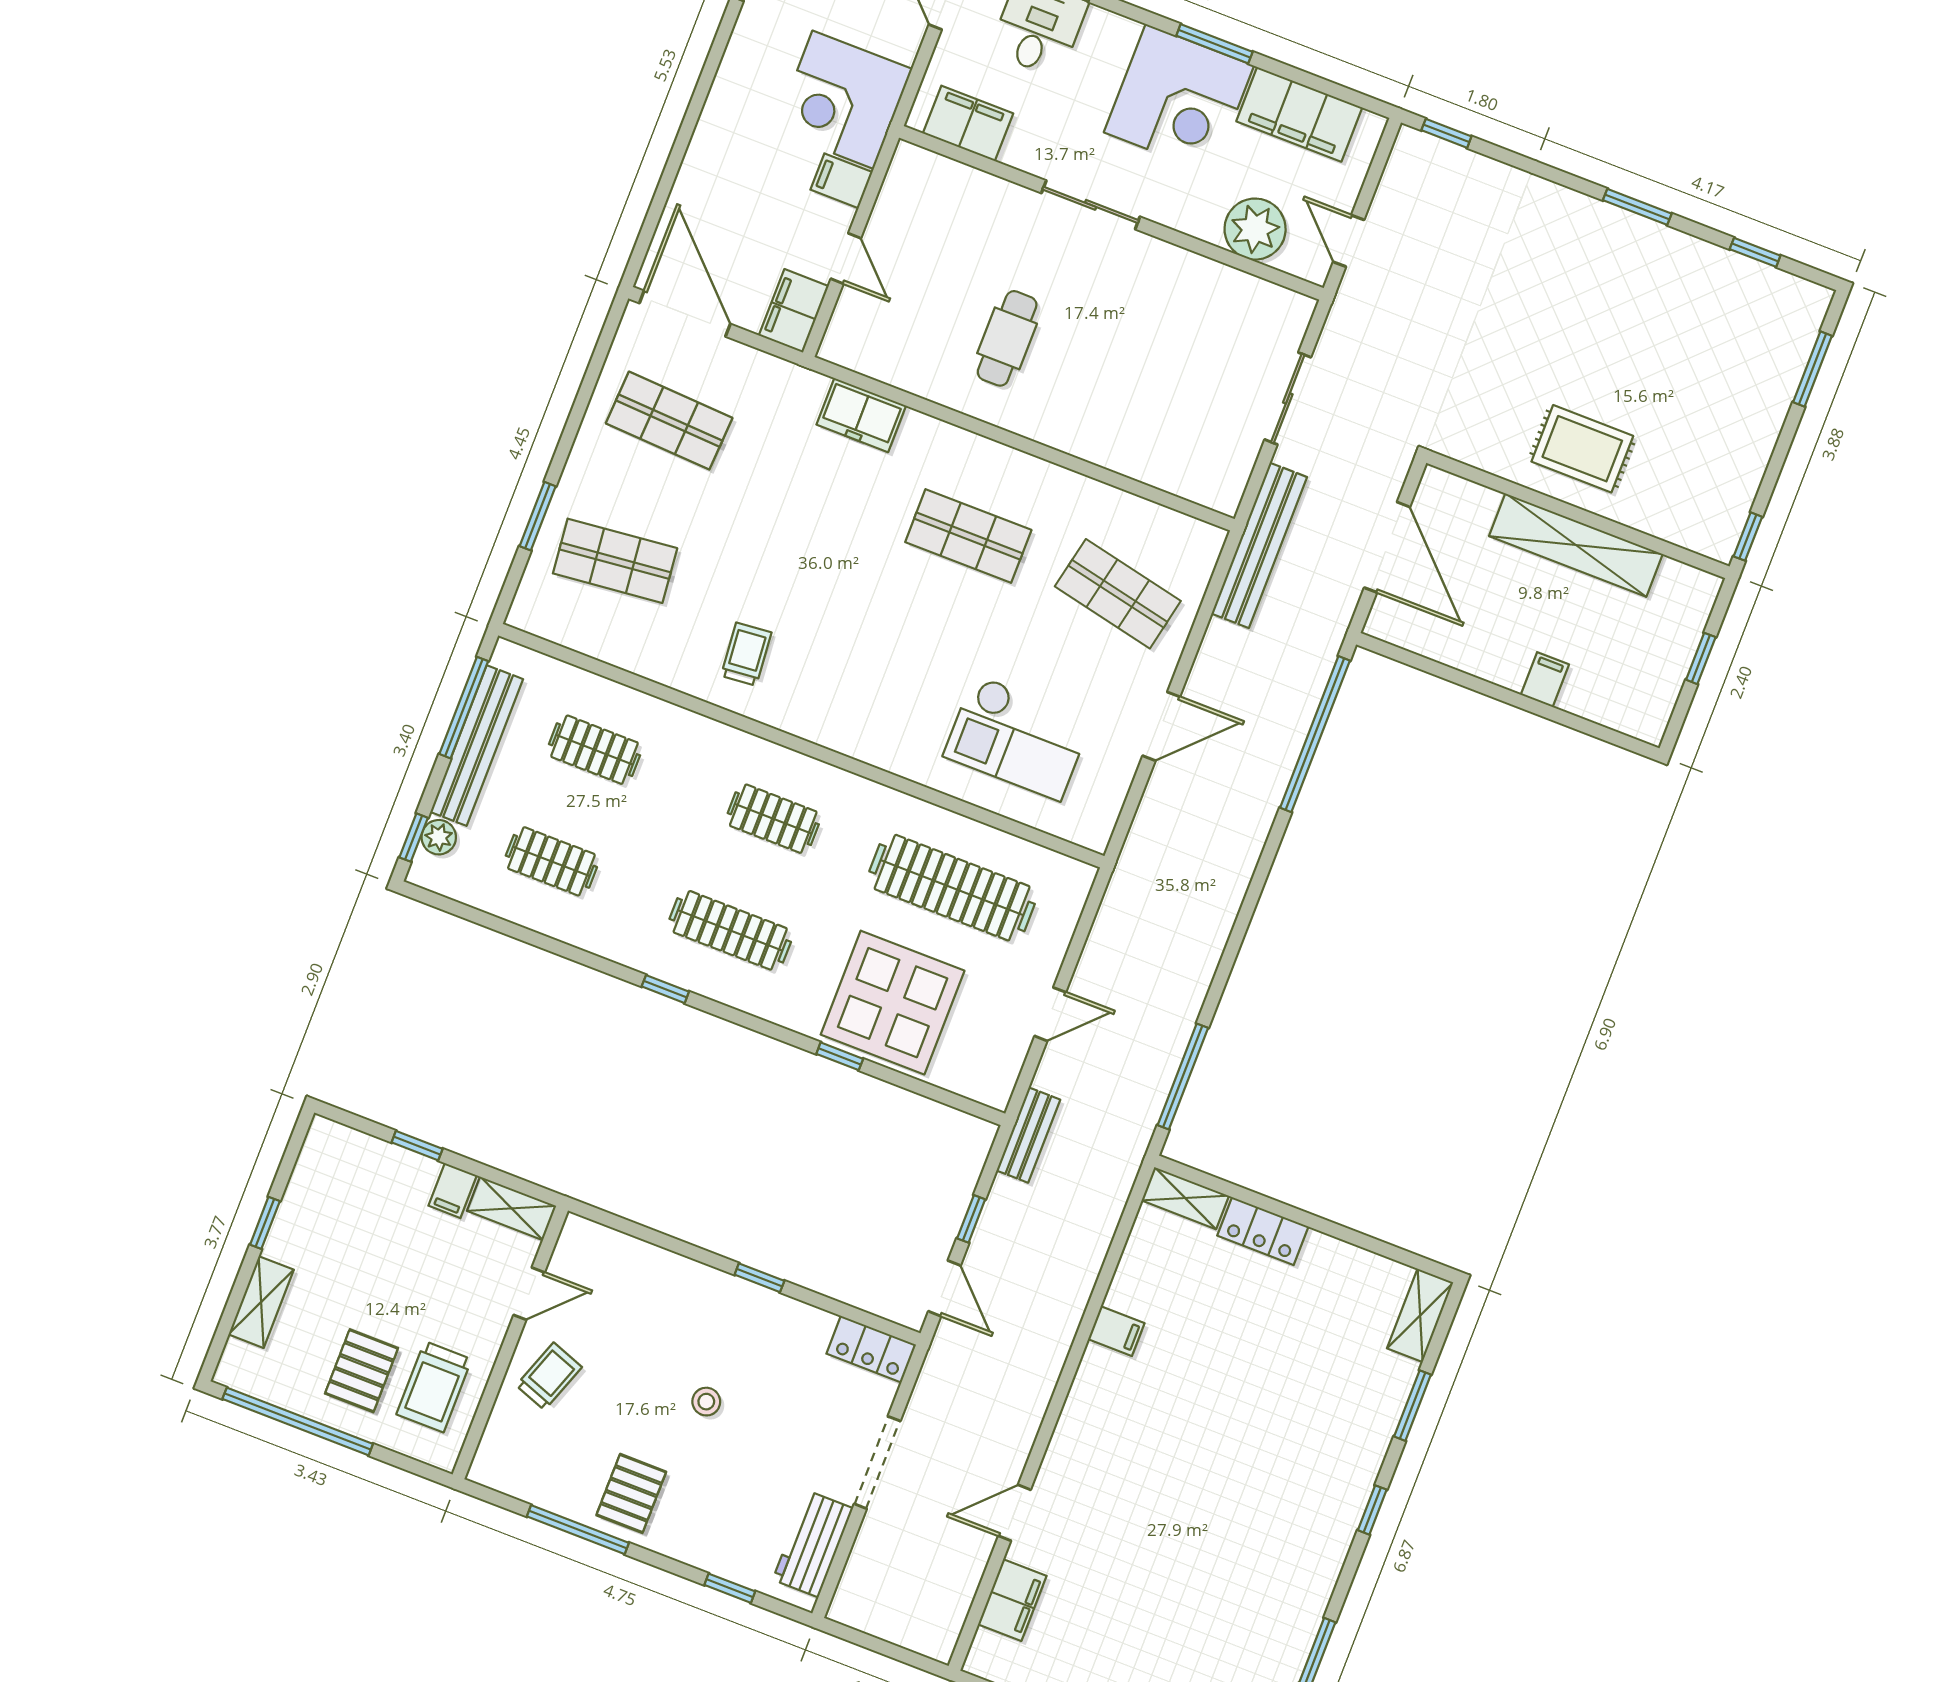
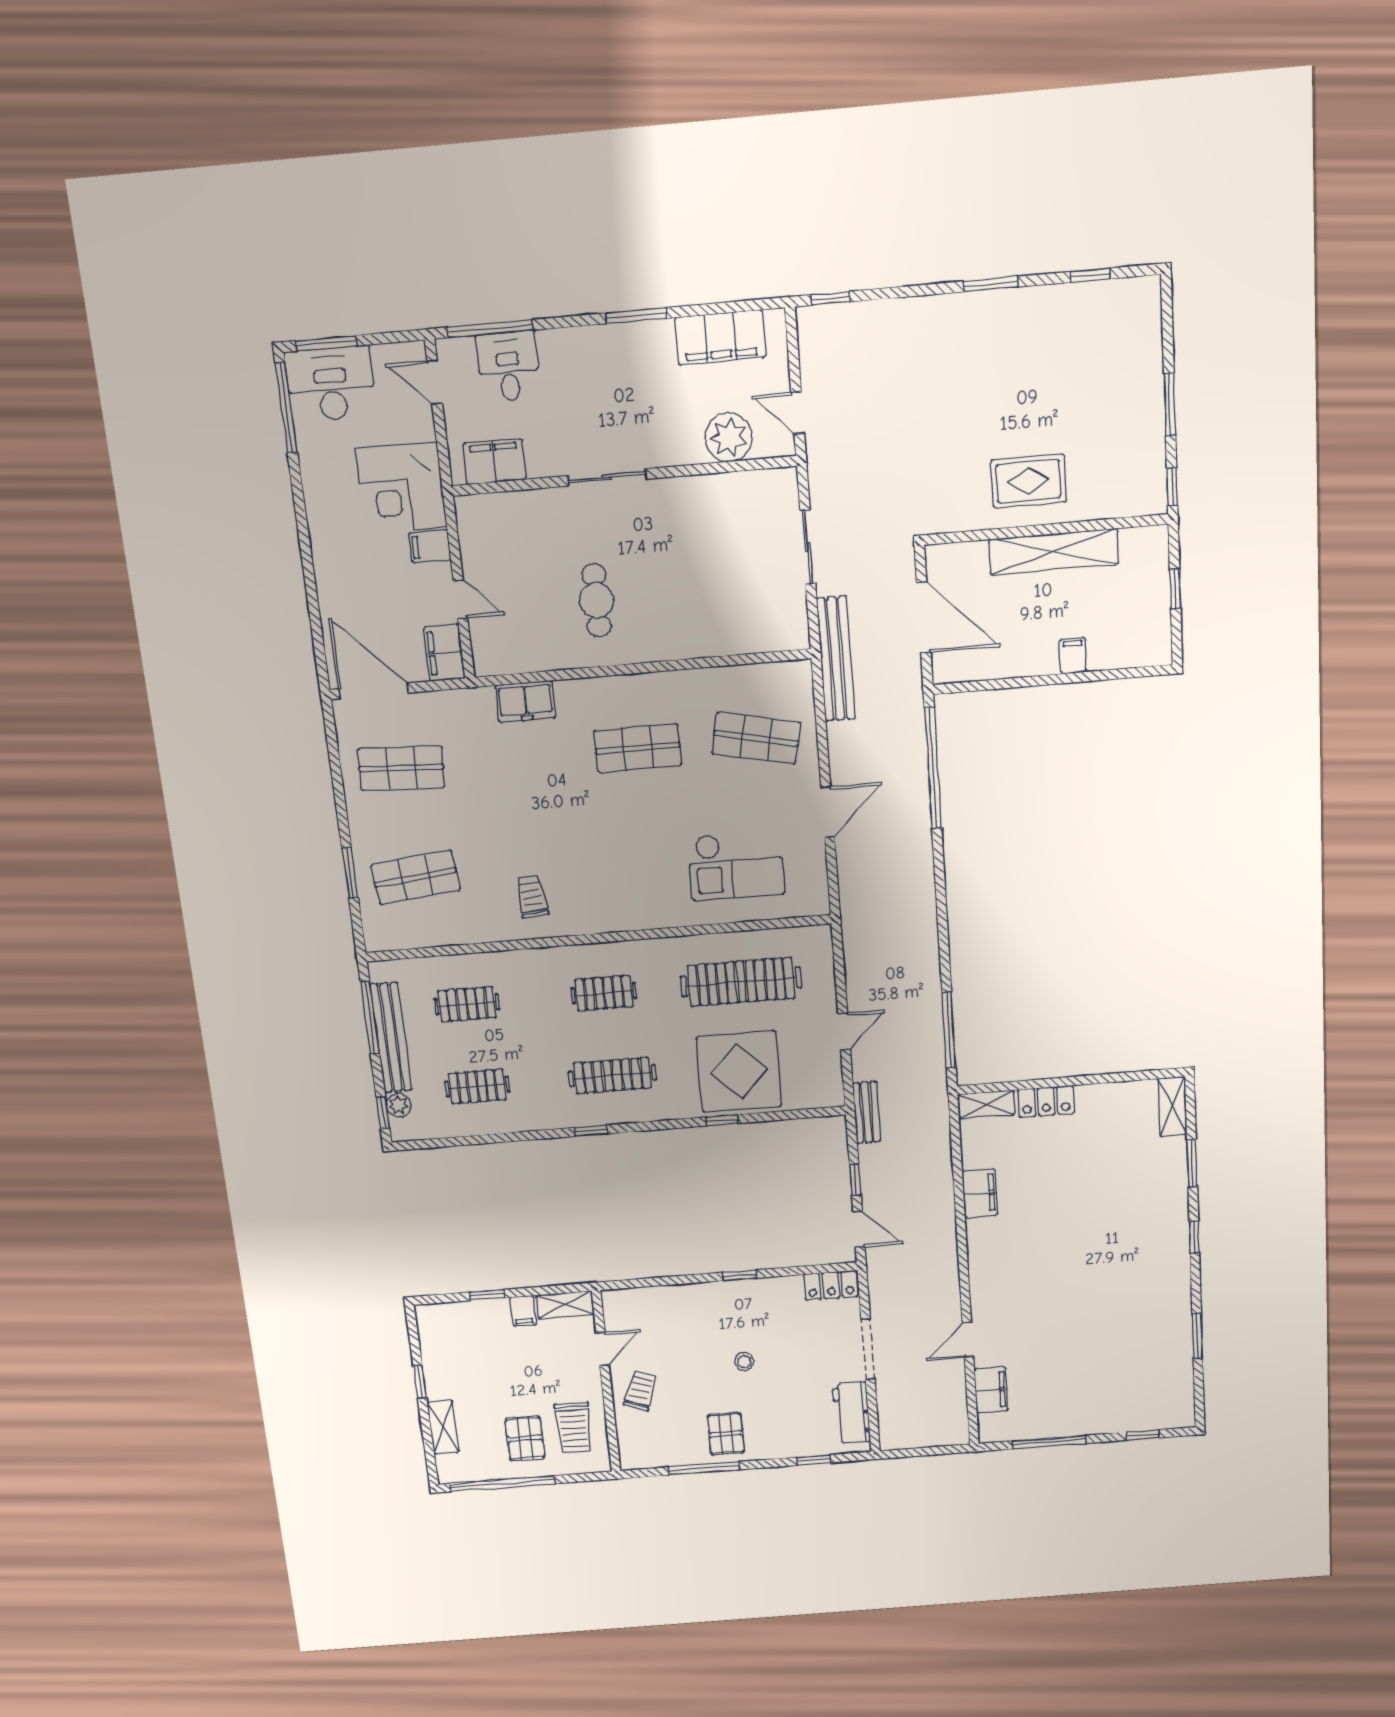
corner desk: (1179, 99) -> (631, 369), removed
window: (1812, 369) -> (1170, 404), moved
filing cabinet: (1116, 1331) -> (980, 1193), width x2.00

